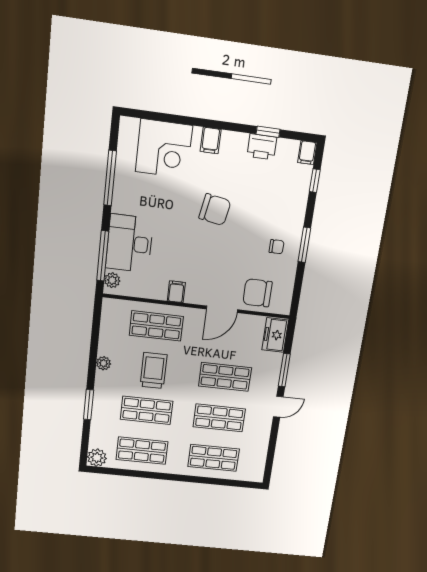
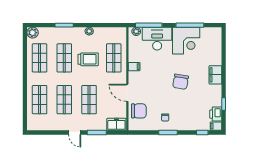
filing cabinet: (211, 140) -> (215, 75), width x2.00
printer: (262, 147) -> (216, 114), moved
corner desk: (164, 149) -> (186, 41), moved, turned -90
chair: (257, 293) -> (139, 111), turned 90

